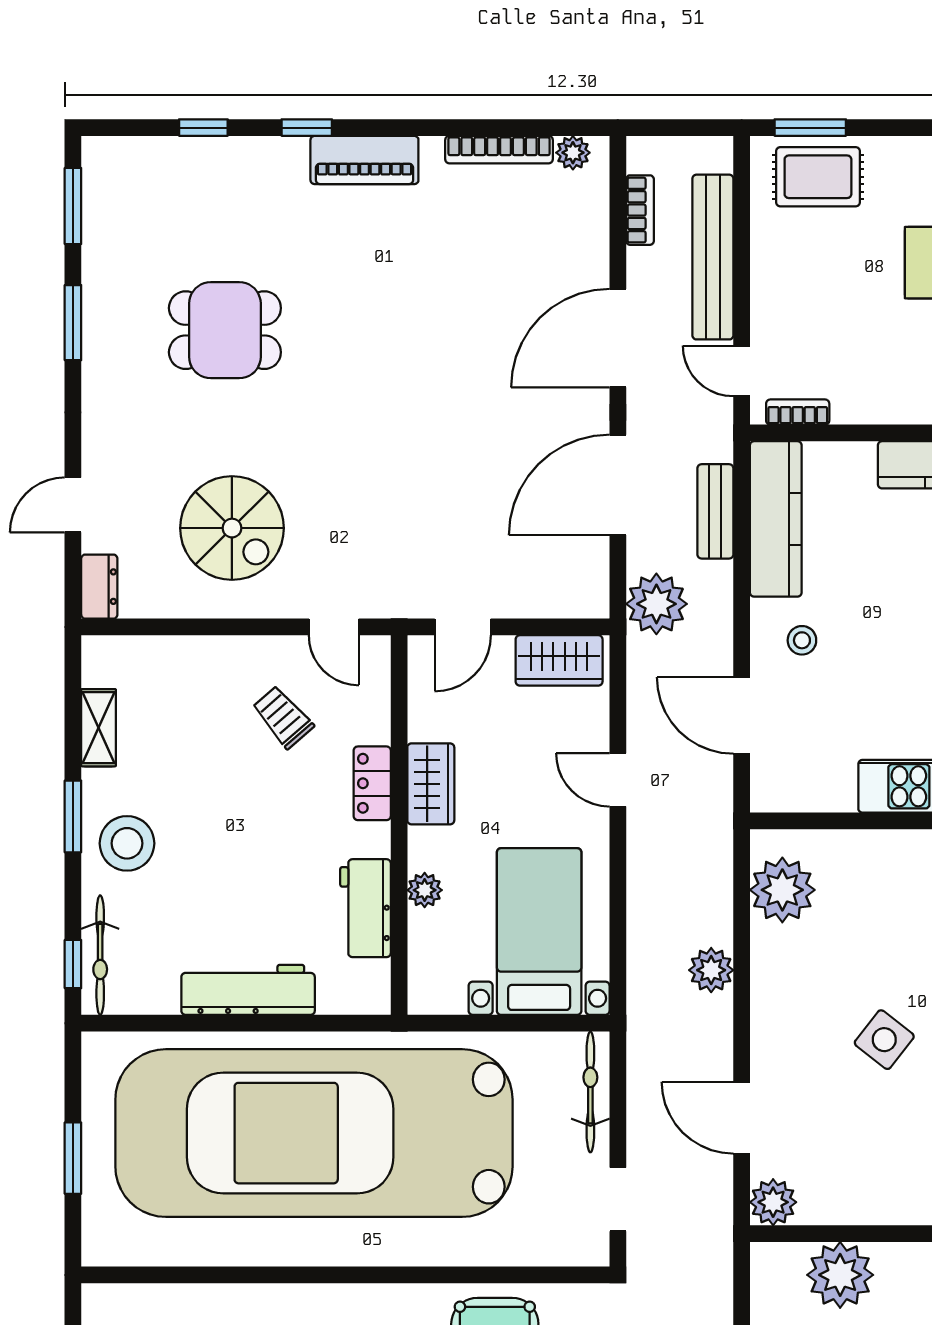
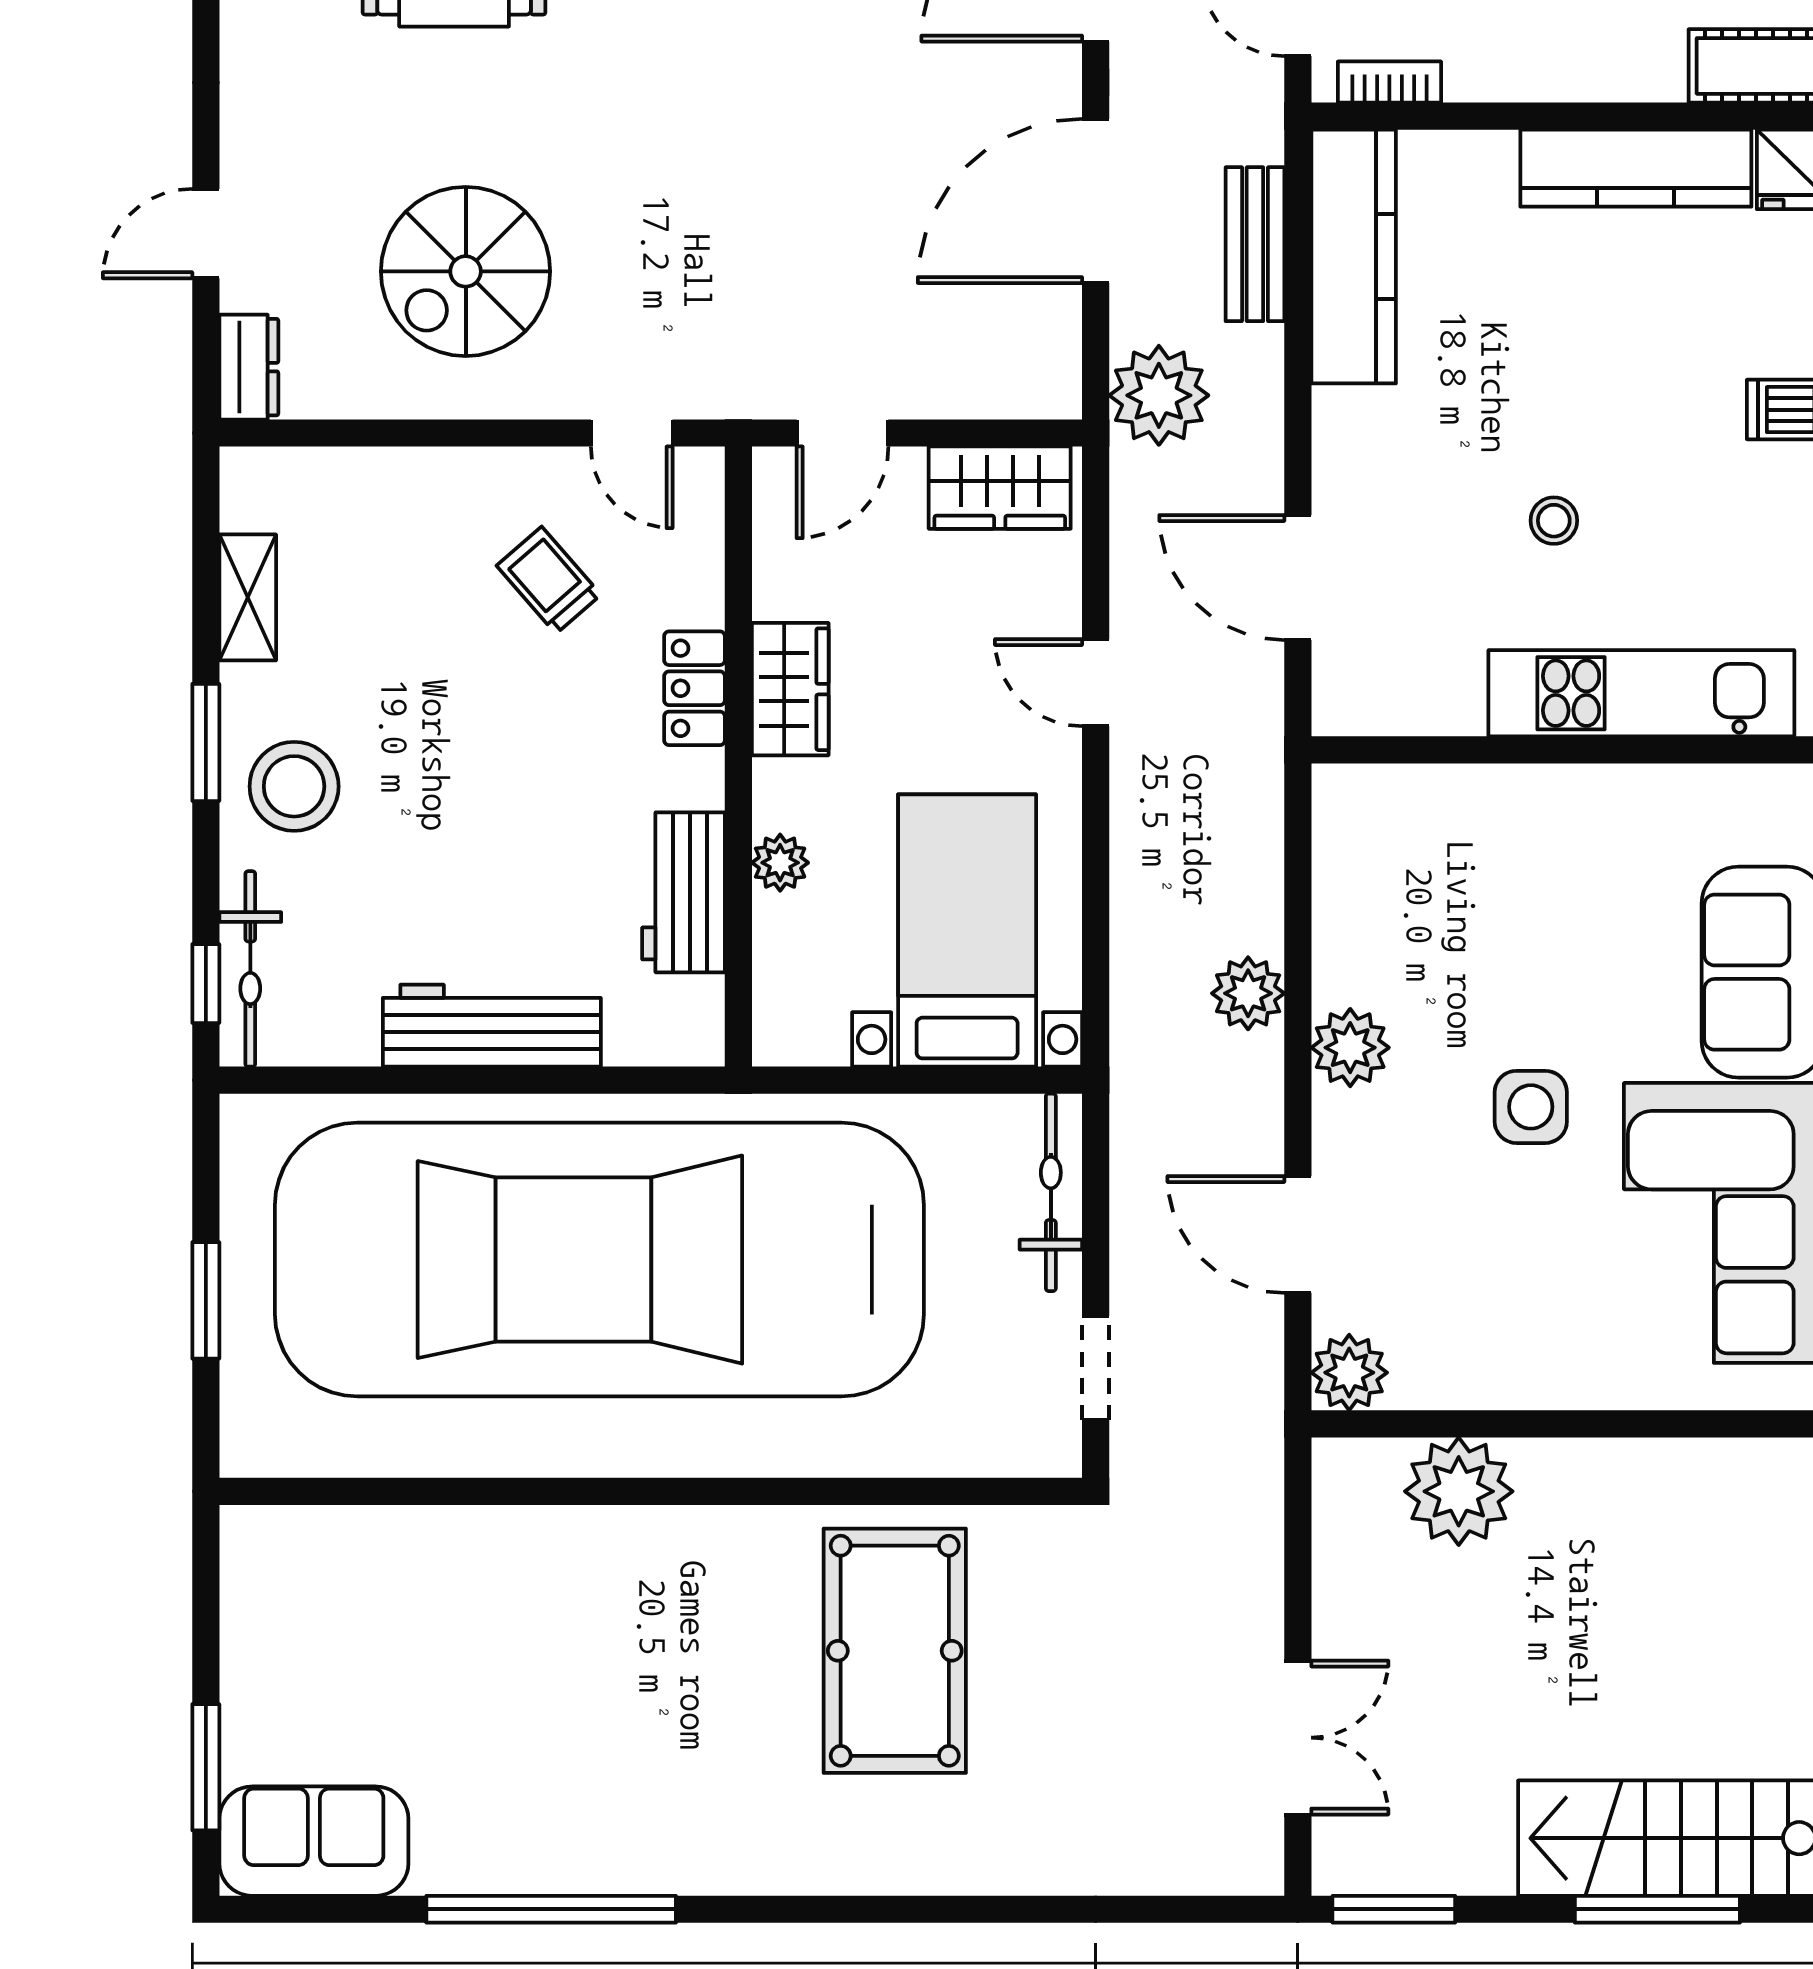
spiral stairs: (232, 528) -> (466, 271), turned 90
stool: (802, 640) -> (1554, 521), moved
plant: (782, 890) -> (1350, 1048), moved, width x0.73, depth x0.73
side table: (884, 1040) -> (1531, 1107), turned -38

